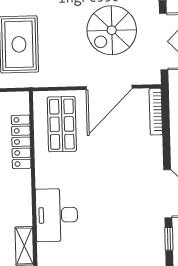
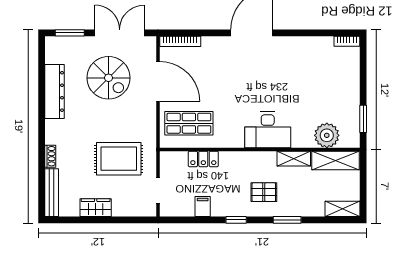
locker: (21, 142) -> (203, 159), width x0.66
window: (169, 239) -> (291, 33), removed

